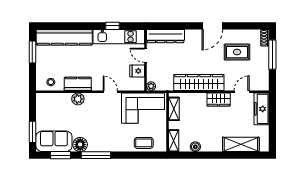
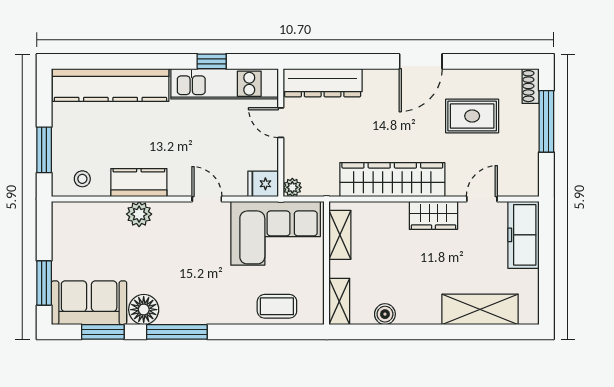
window: (32, 52) -> (44, 150), moved
fridge: (137, 71) -> (263, 184), moved

